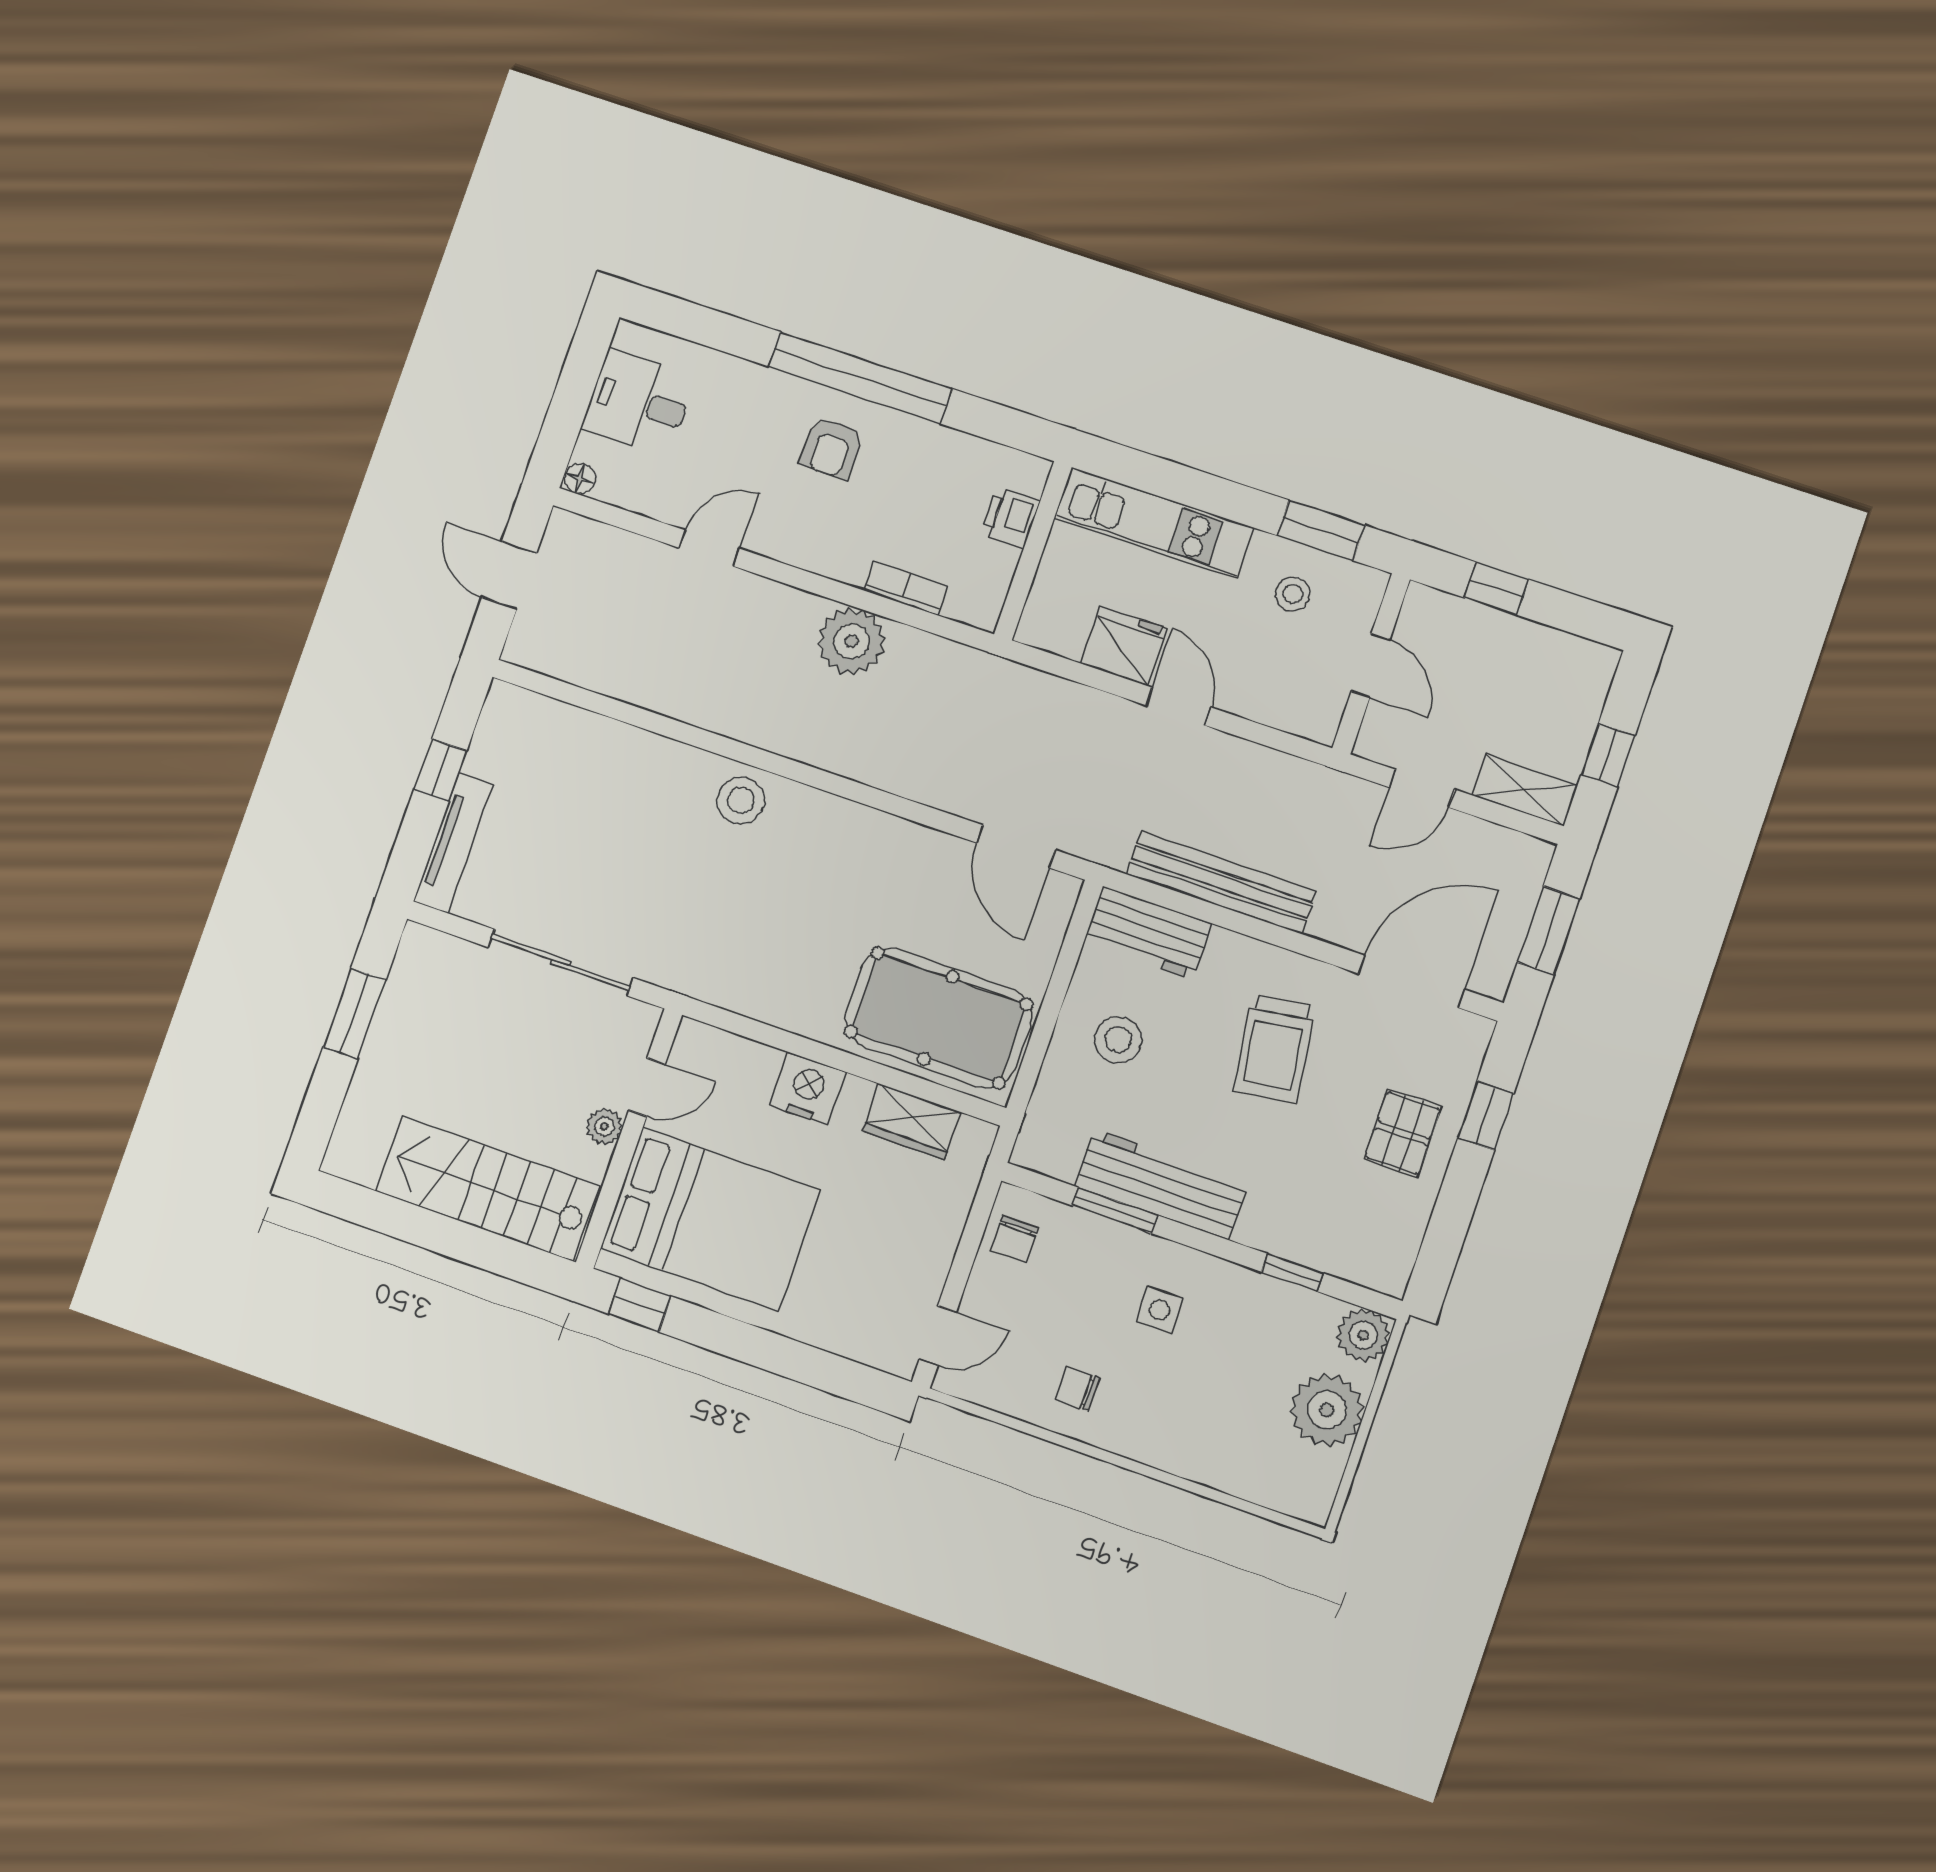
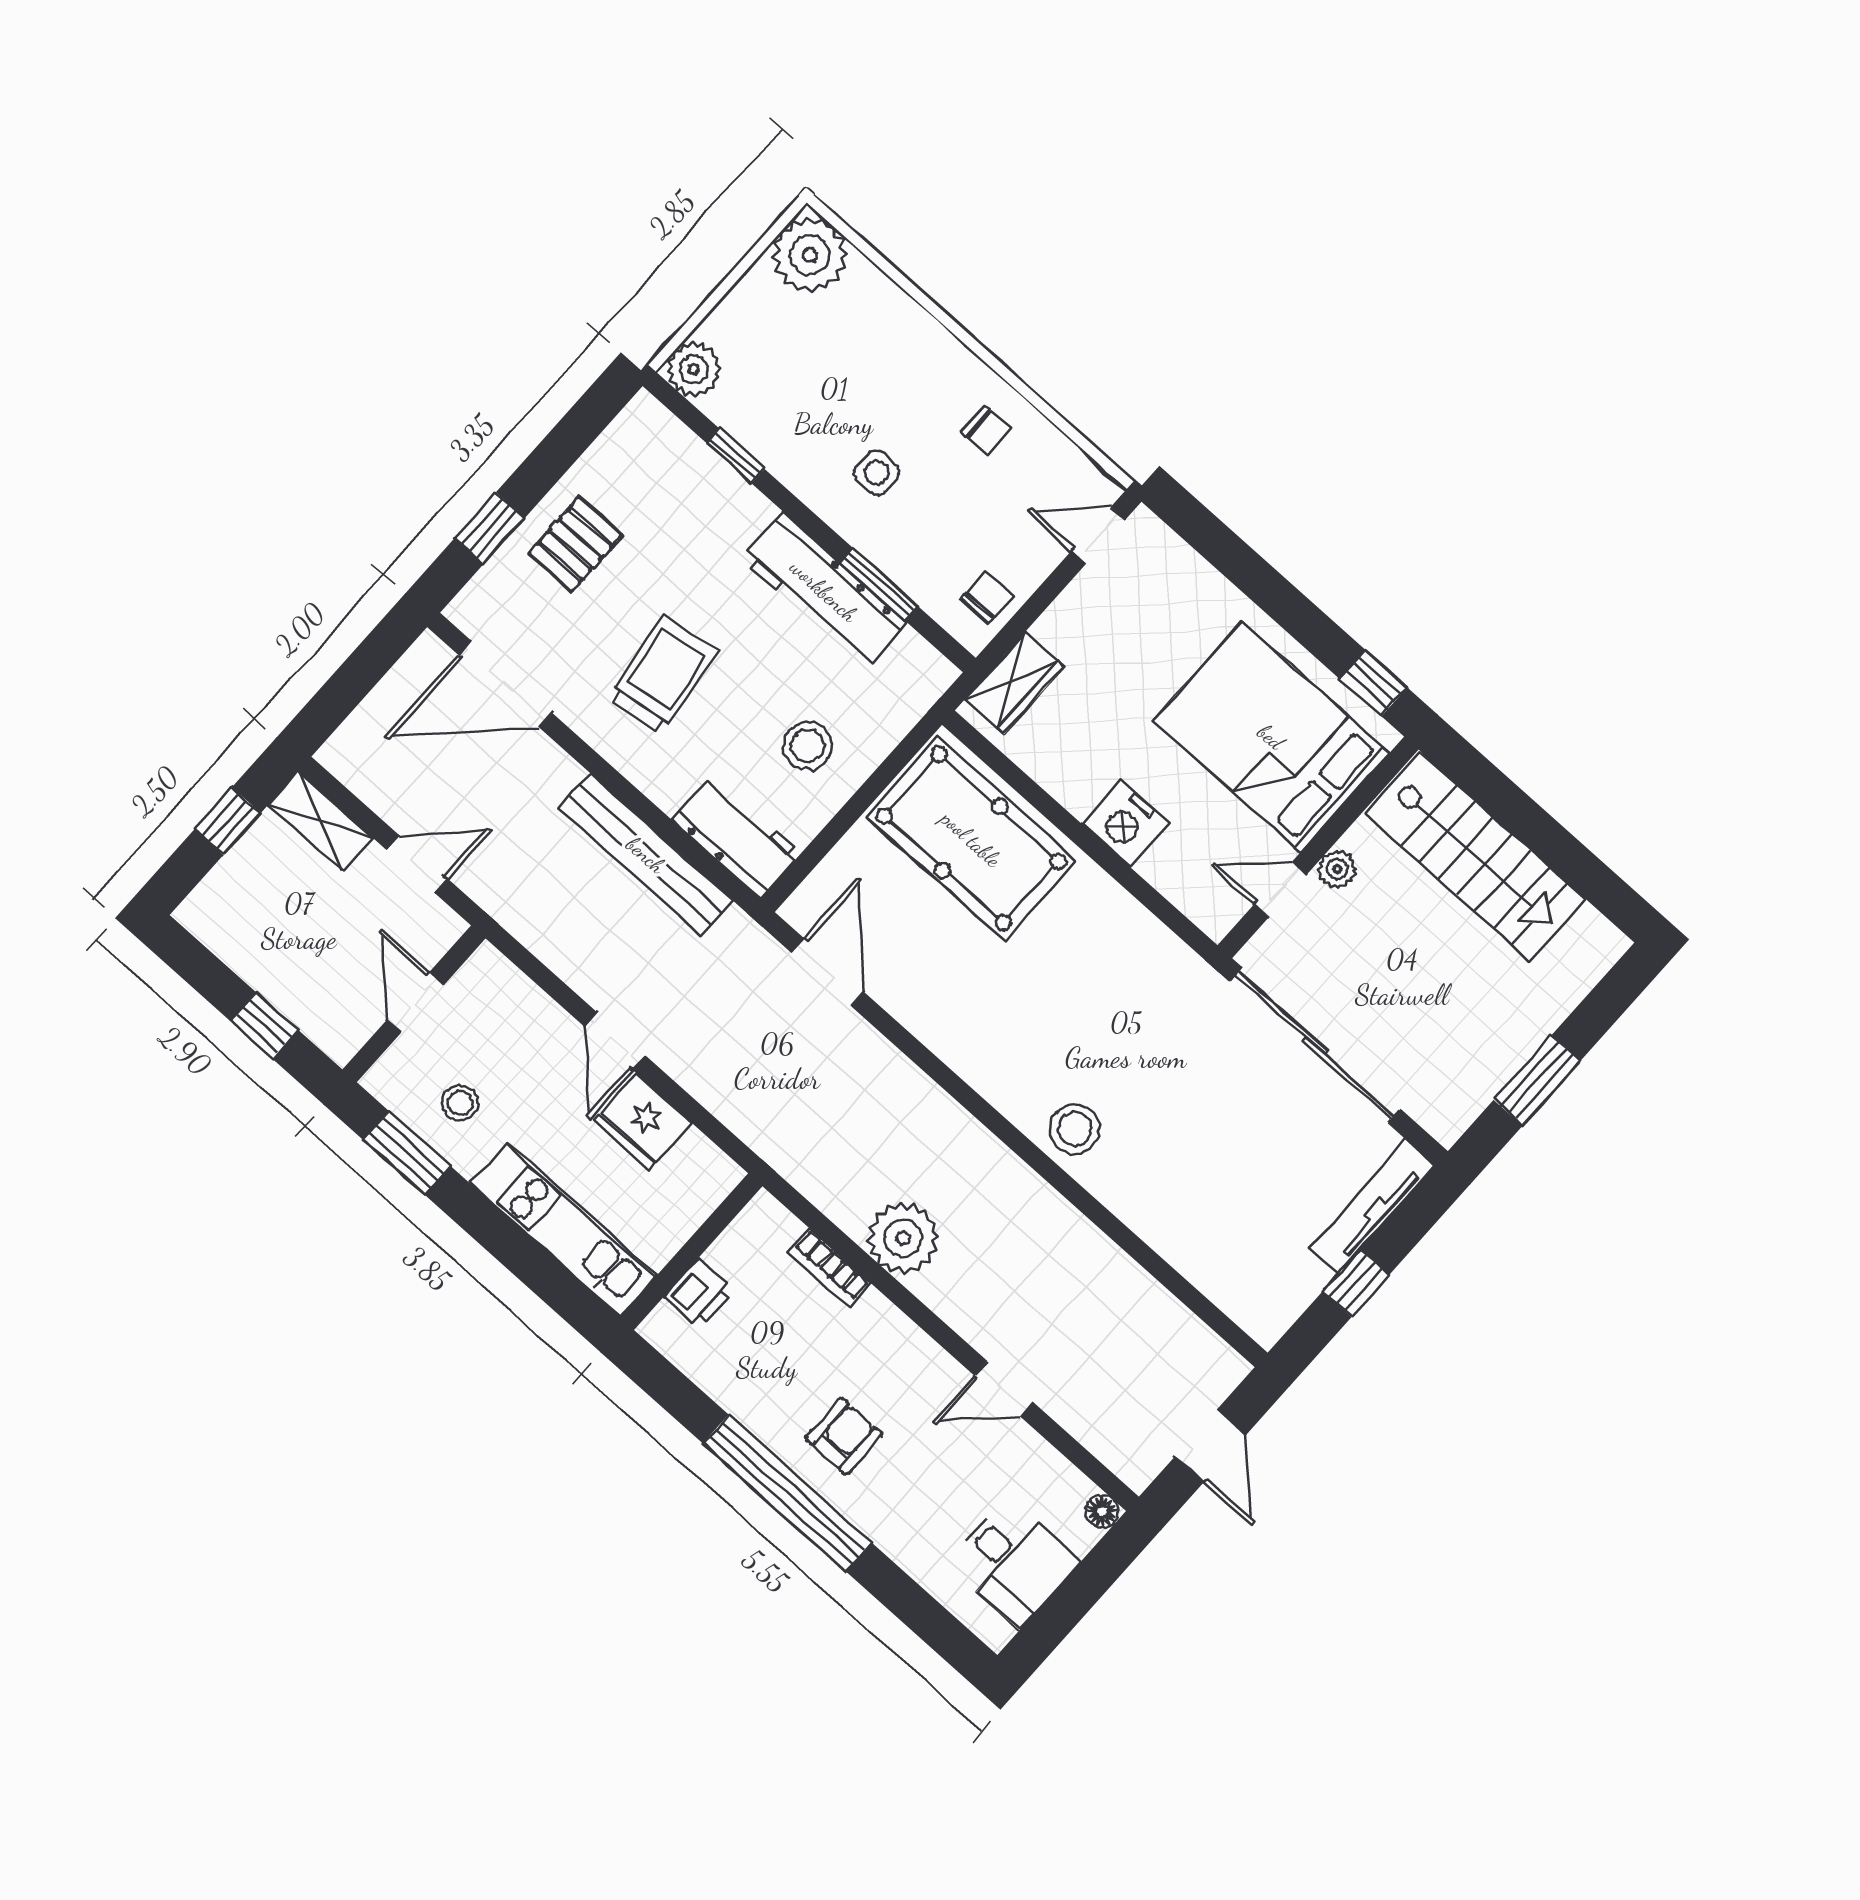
window: (1549, 931) -> (355, 678), removed
sliding door: (561, 963) -> (1315, 1045), width x1.36
wardrobe: (912, 1122) -> (1014, 683), moved, turned 90
plant: (1327, 1410) -> (810, 255), moved

